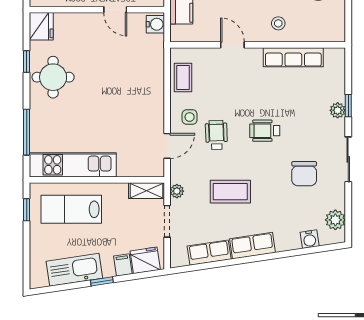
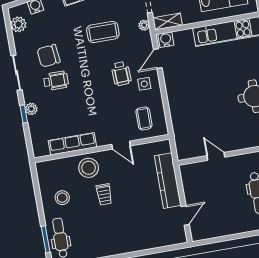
stool: (278, 23) -> (89, 168), width x1.89, depth x1.89
water cooler: (155, 24) -> (166, 40), moved, turned 90
coffee table: (183, 78) -> (144, 118), moved
wheelchair: (265, 131) -> (56, 81), moved
chair: (304, 174) -> (49, 56), turned -96

